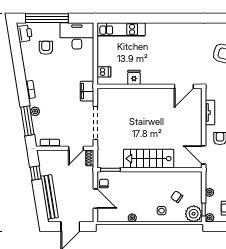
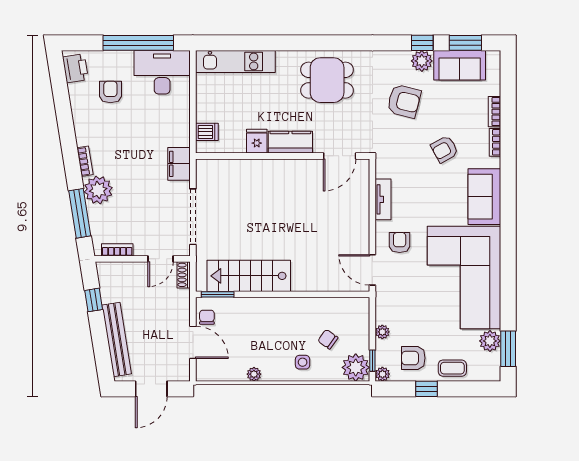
window: (47, 18) -> (138, 43), moved
dining table: (176, 41) -> (327, 80), added
kitchen counter: (154, 78) -> (290, 142), added
plant: (35, 111) -> (98, 190), width x1.88, depth x1.88
stairs: (149, 159) -> (249, 276), moved

